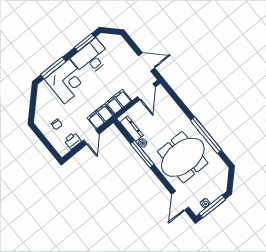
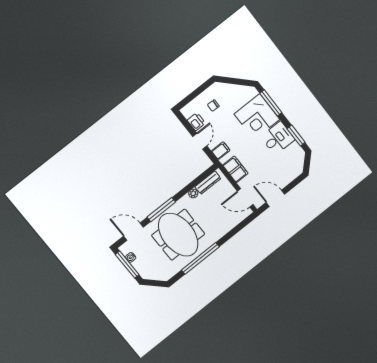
desk: (91, 58) -> (278, 138), width x0.73
door: (147, 62) -> (275, 198), swing flipped
filing cabinet: (100, 117) -> (221, 151), width x0.50
door: (91, 137) -> (200, 141), swing flipped
window: (142, 154) -> (161, 210), moved

